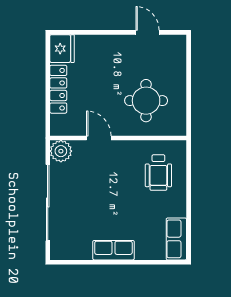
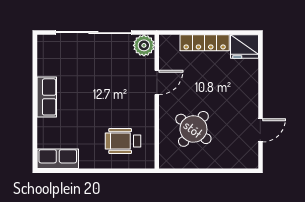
round table: (146, 101) -> (193, 129), turned 38

